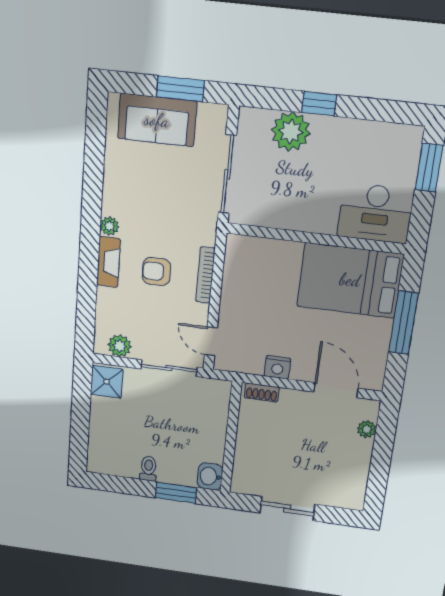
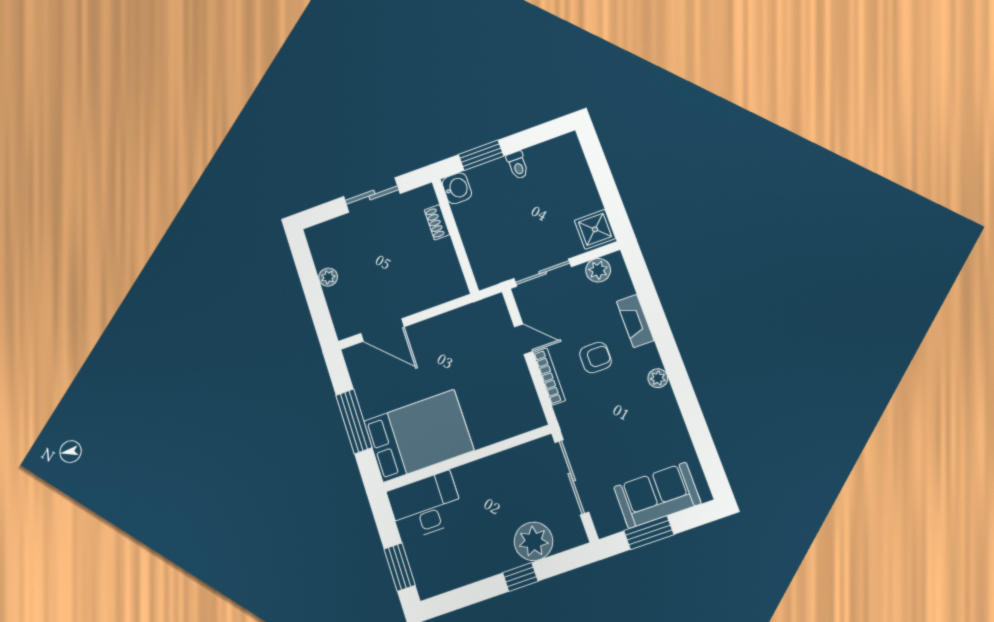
fireplace: (108, 262) -> (635, 321), moved
door: (211, 341) -> (523, 339), moved
nightstand: (277, 367) -> (445, 324), removed
shoe rack: (262, 392) -> (437, 222), moved, turned -90
plant: (367, 429) -> (328, 277), moved

